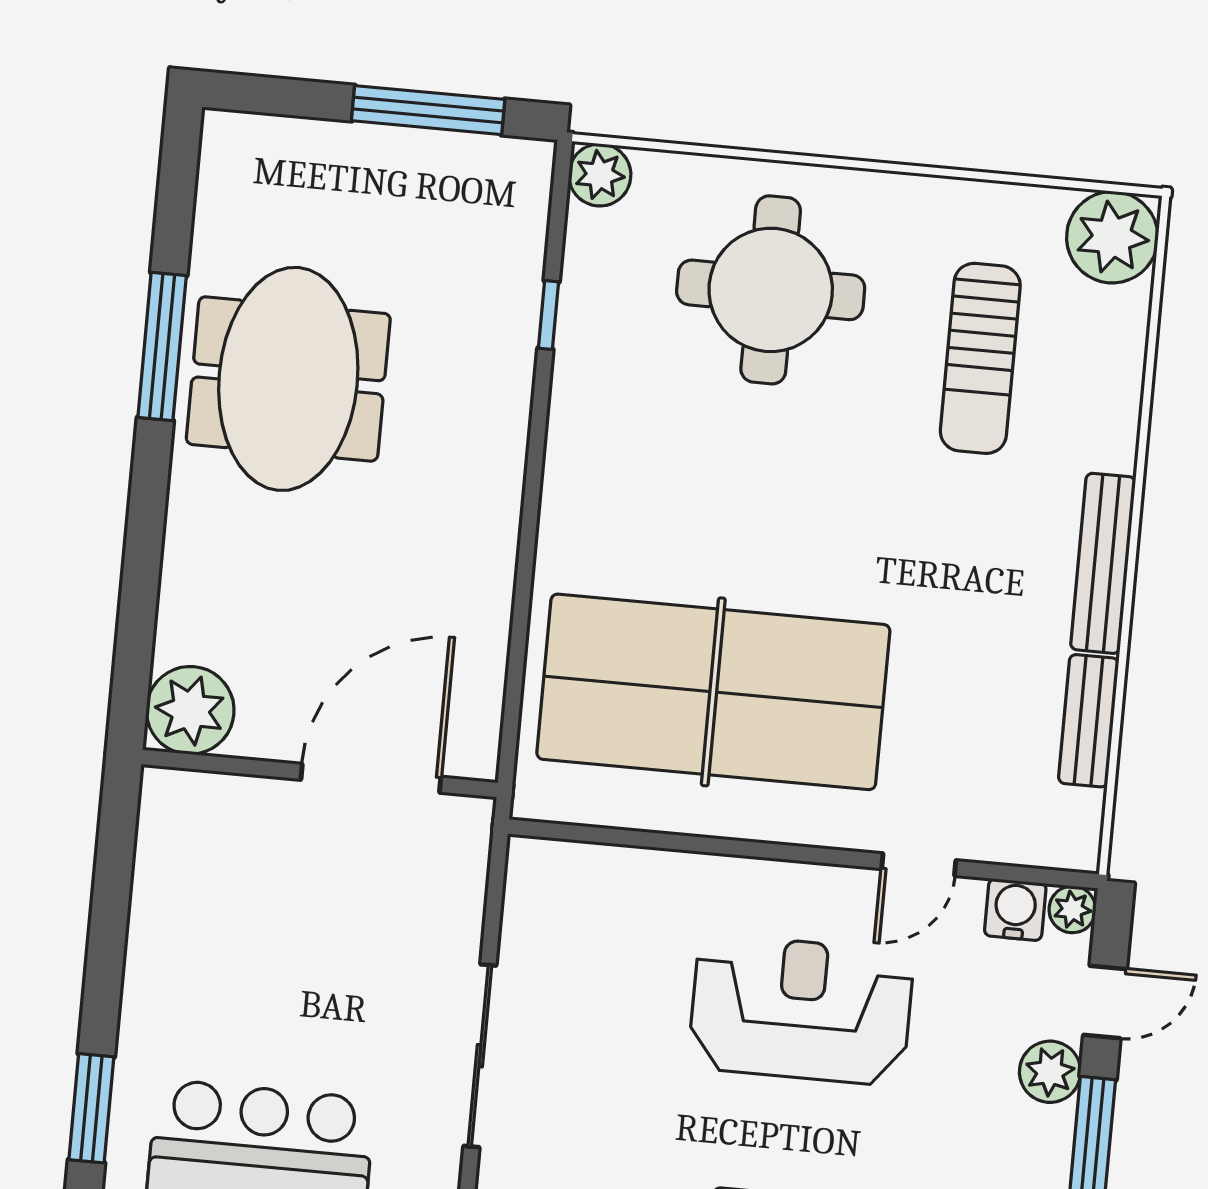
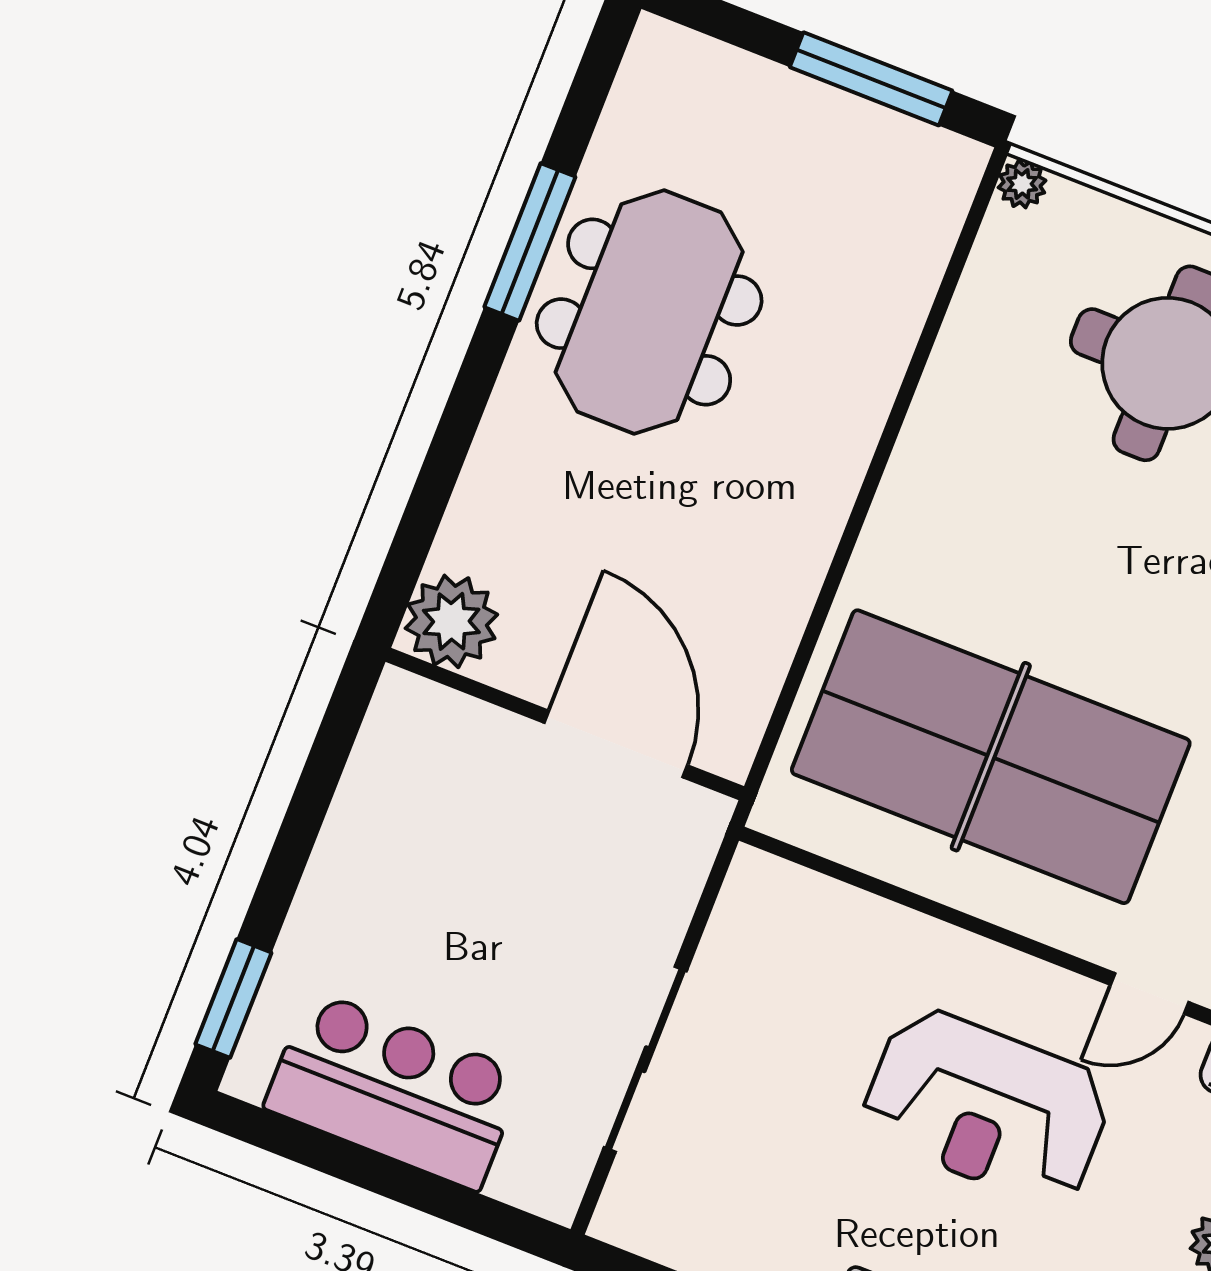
plant: (600, 175) -> (1022, 184), width x0.73, depth x0.73
window: (549, 315) -> (934, 324), removed
door: (371, 778) -> (616, 744), hinge flipped
reception desk: (801, 1010) -> (987, 1107), turned 180

